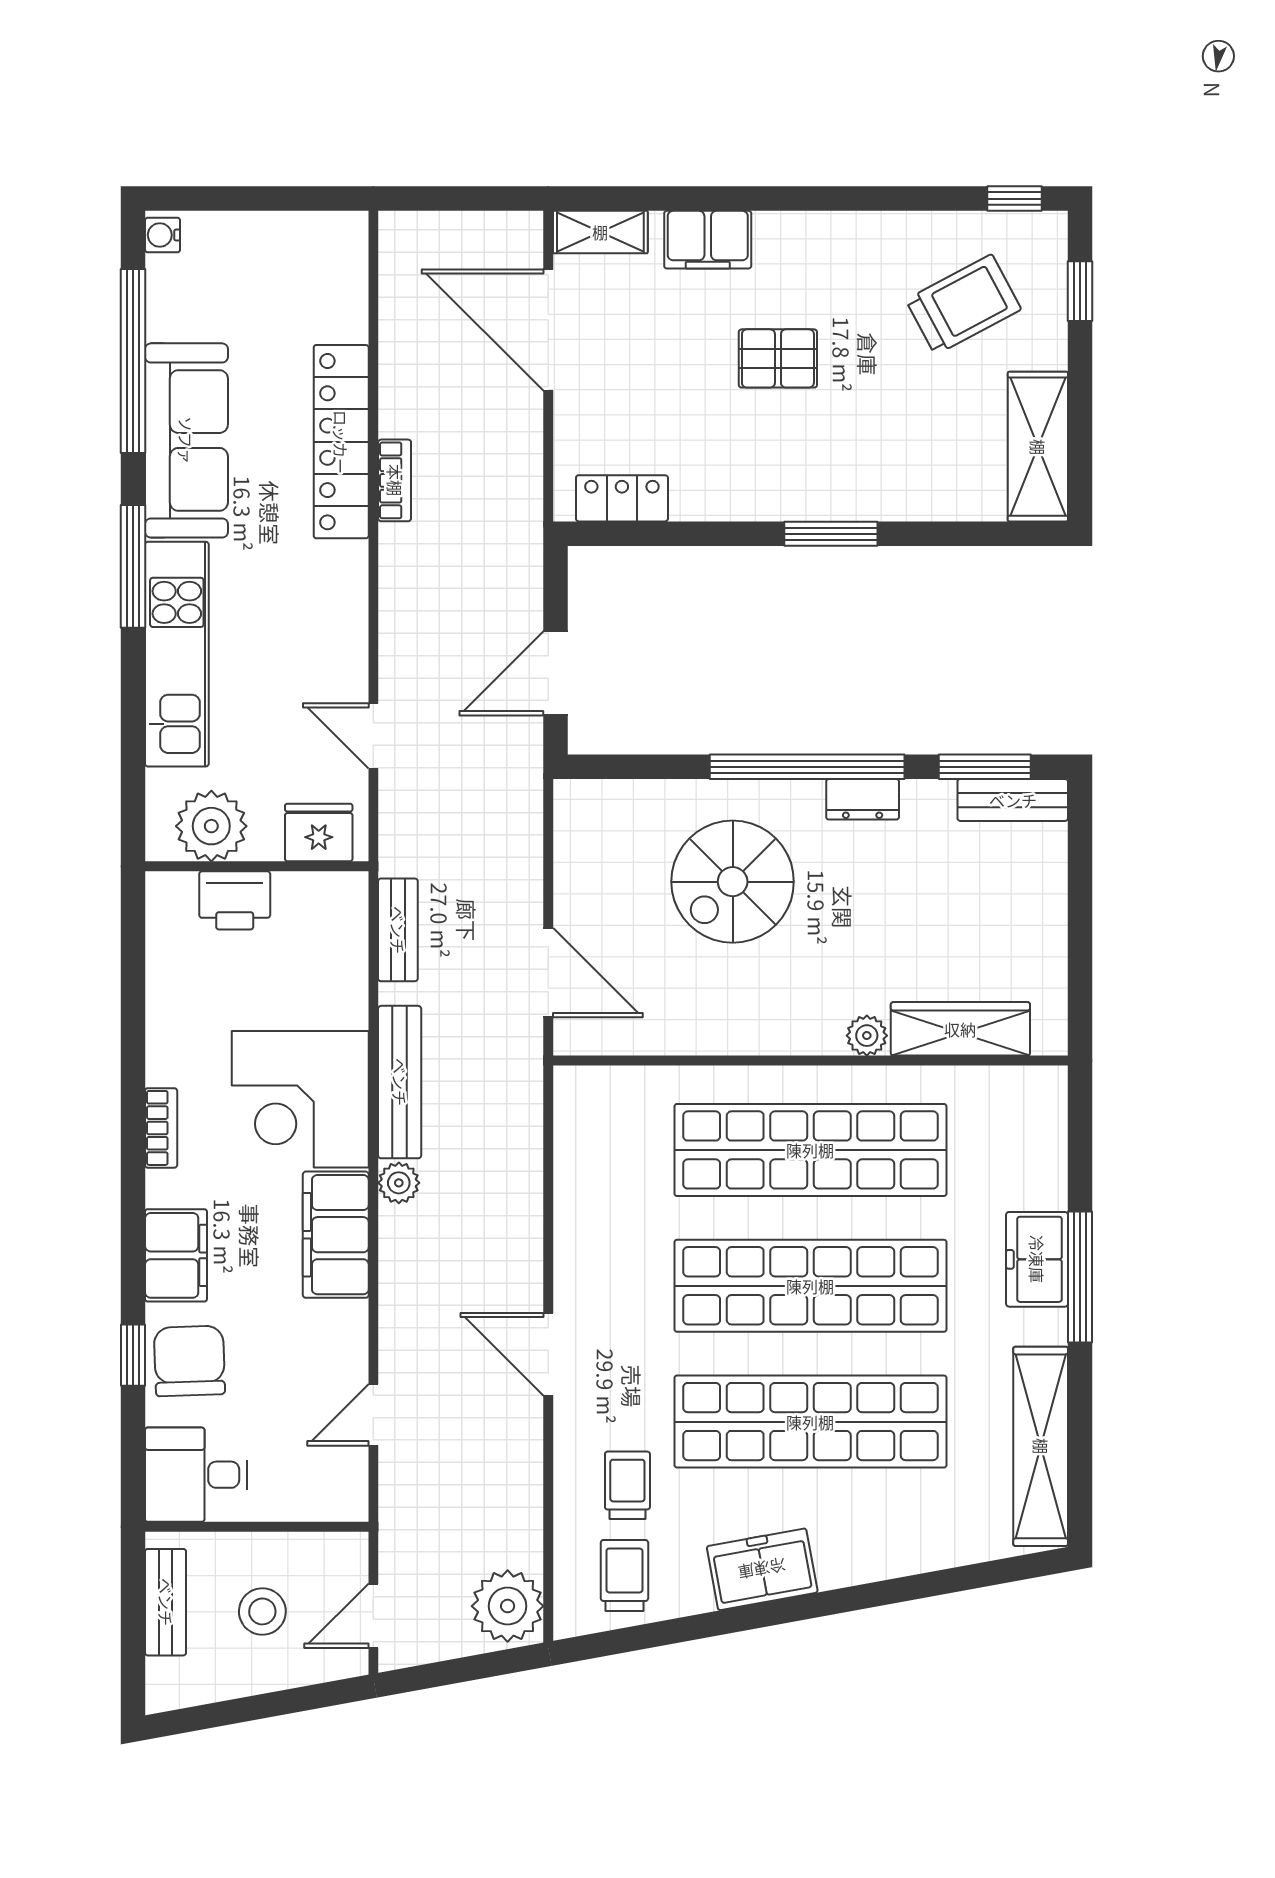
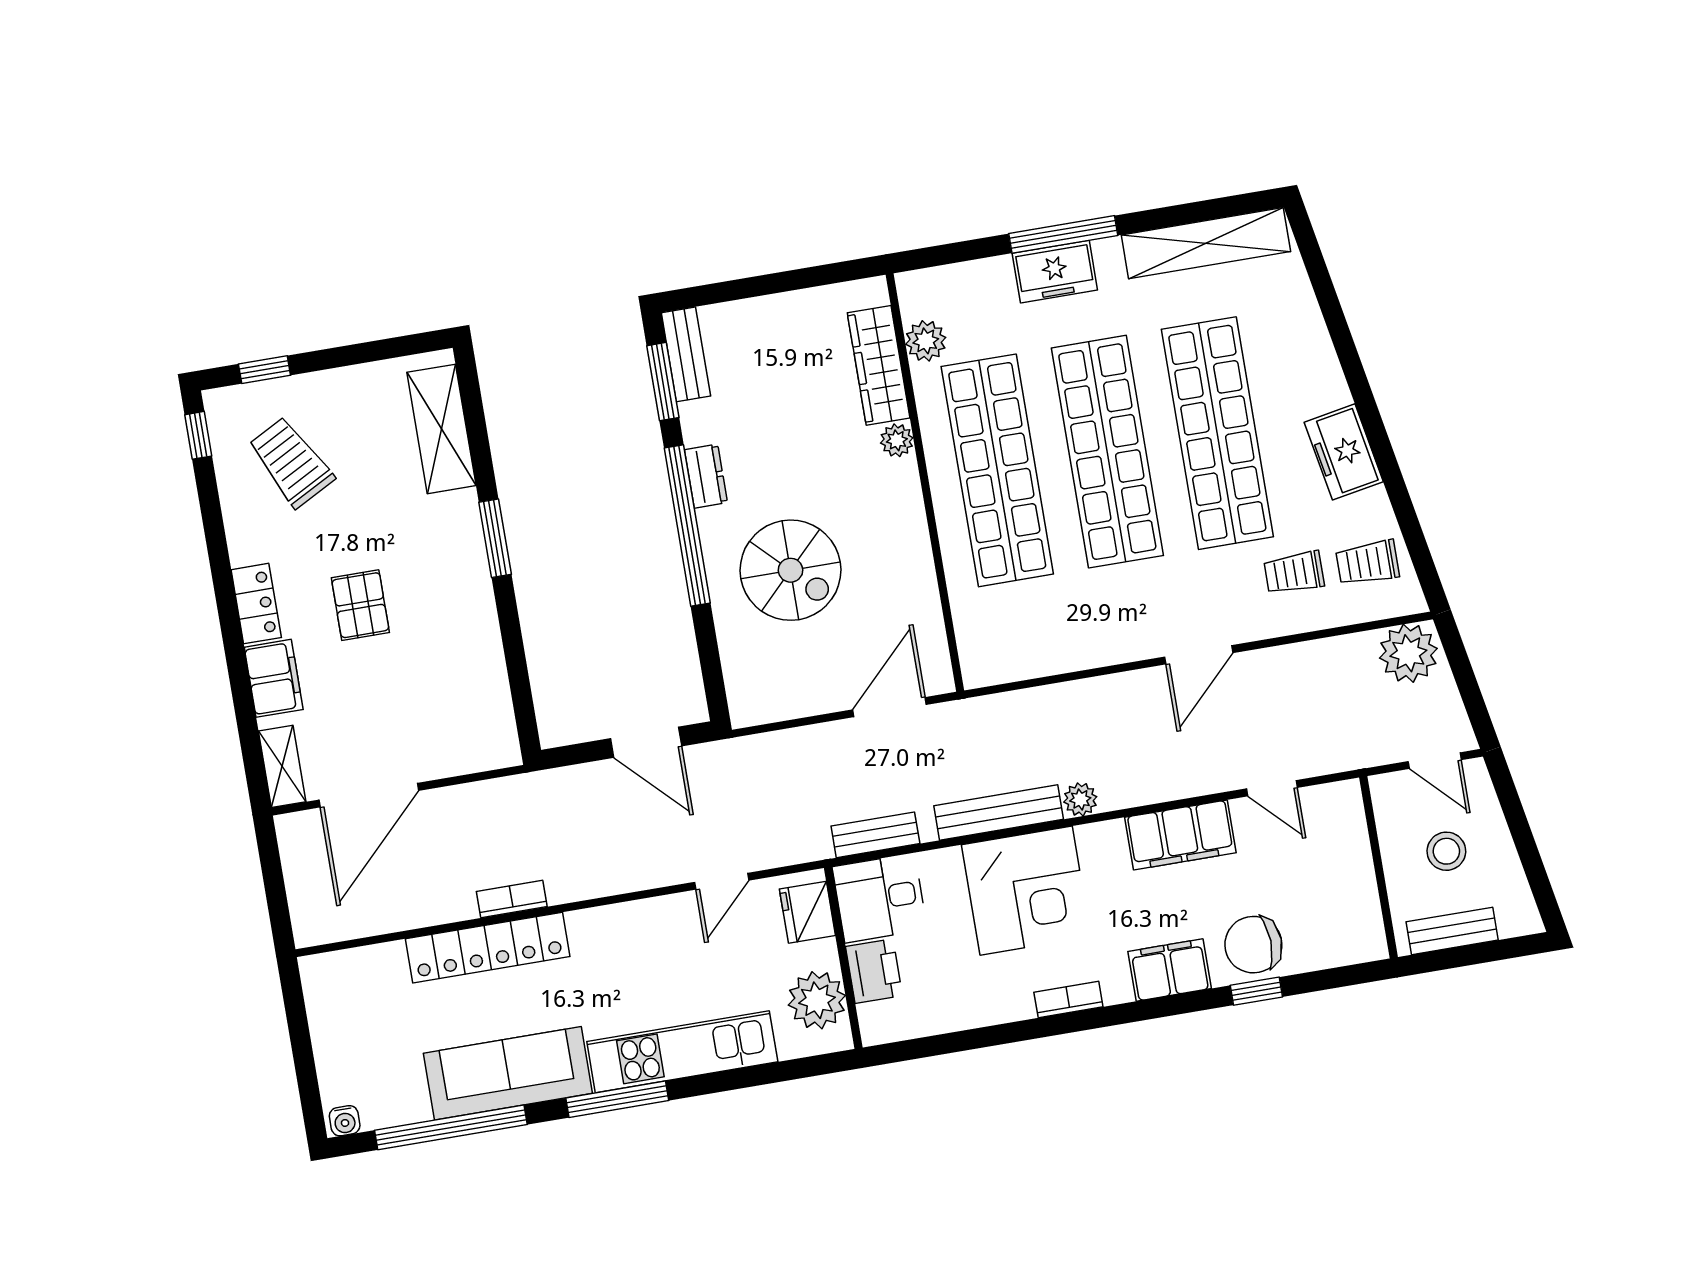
shelving: (1038, 447) -> (441, 429), moved, turned 90
locker: (622, 498) -> (256, 604), moved, turned 180
plant: (980, 1090) -> (926, 341), added
filing cabinet: (336, 1235) -> (1180, 835), moved
desk: (196, 1475) -> (880, 898), moved, turned 90

